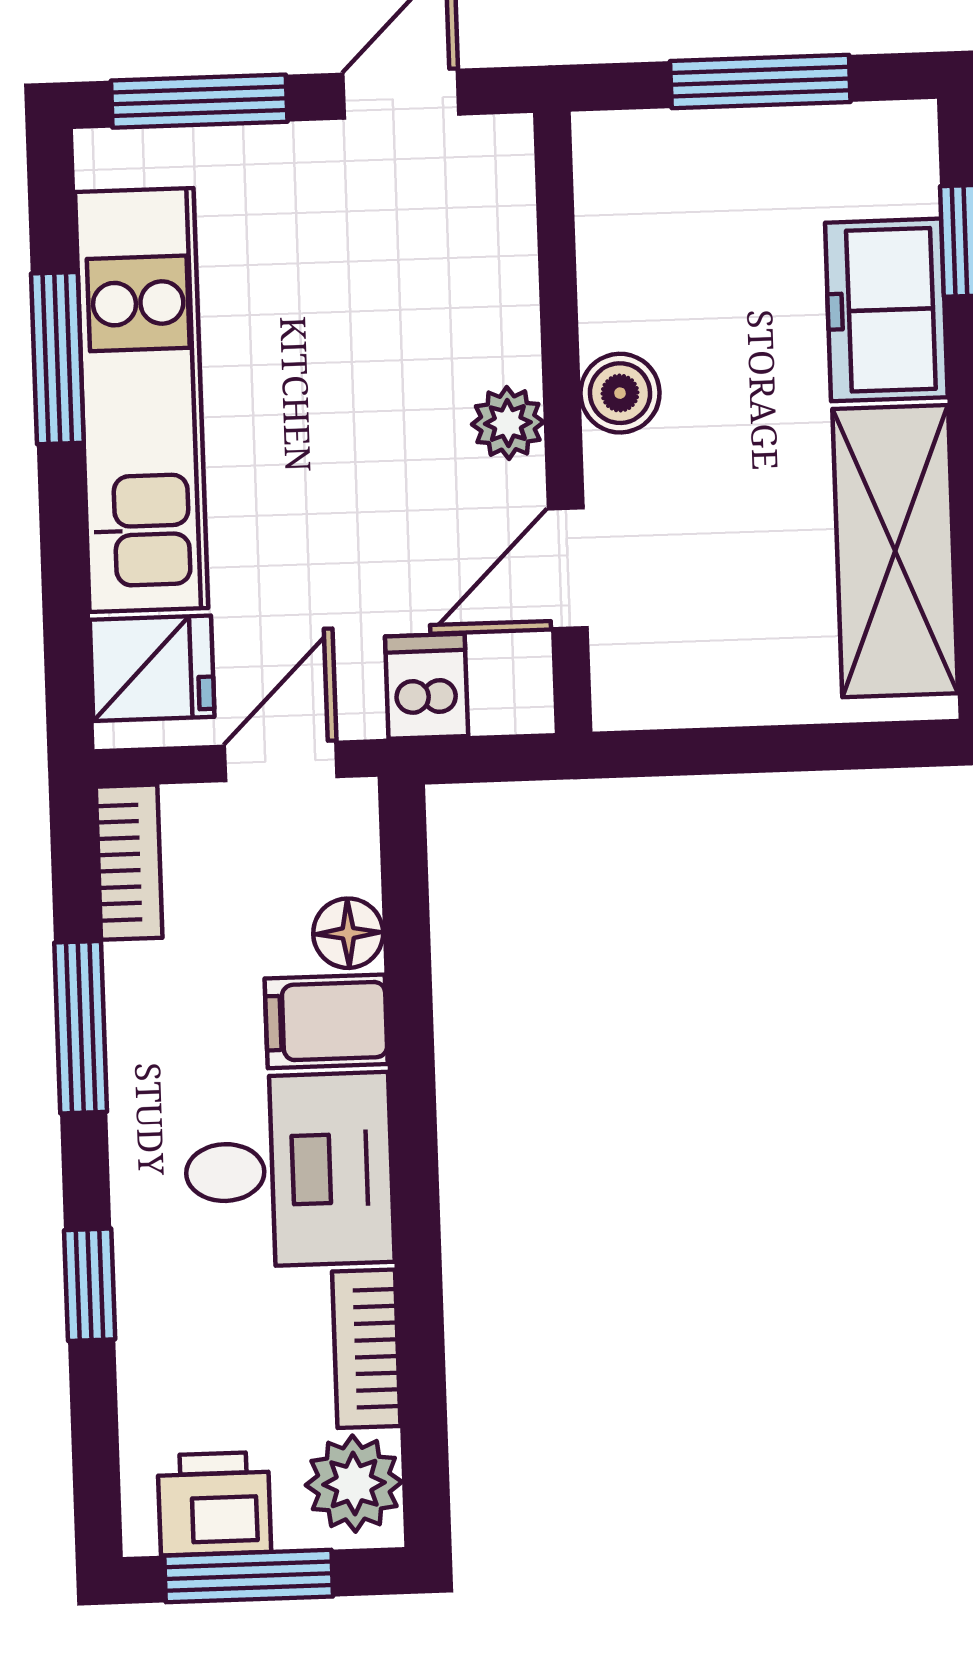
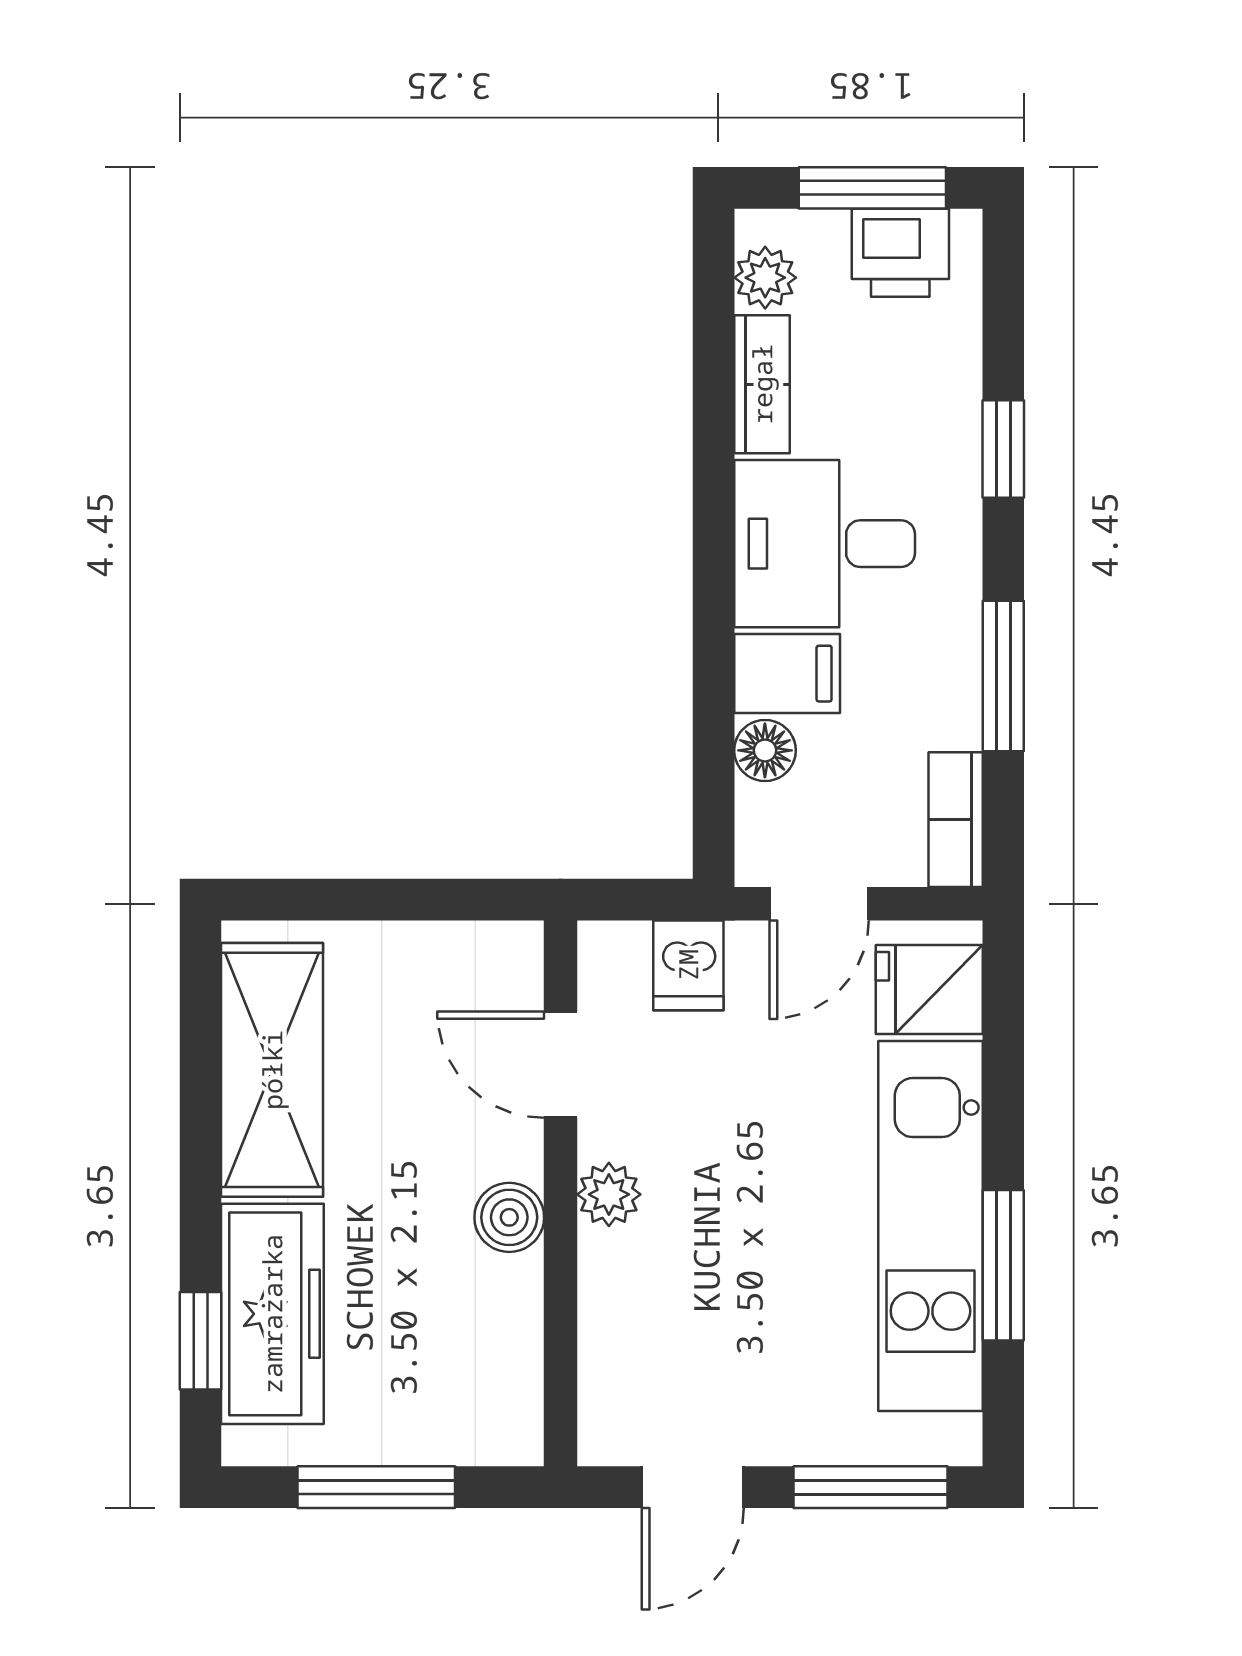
freezer: (886, 310) -> (272, 1314), width x1.40
door: (568, 568) -> (561, 1065), swing flipped
plant: (354, 1484) -> (765, 278), width x0.73, depth x0.73

